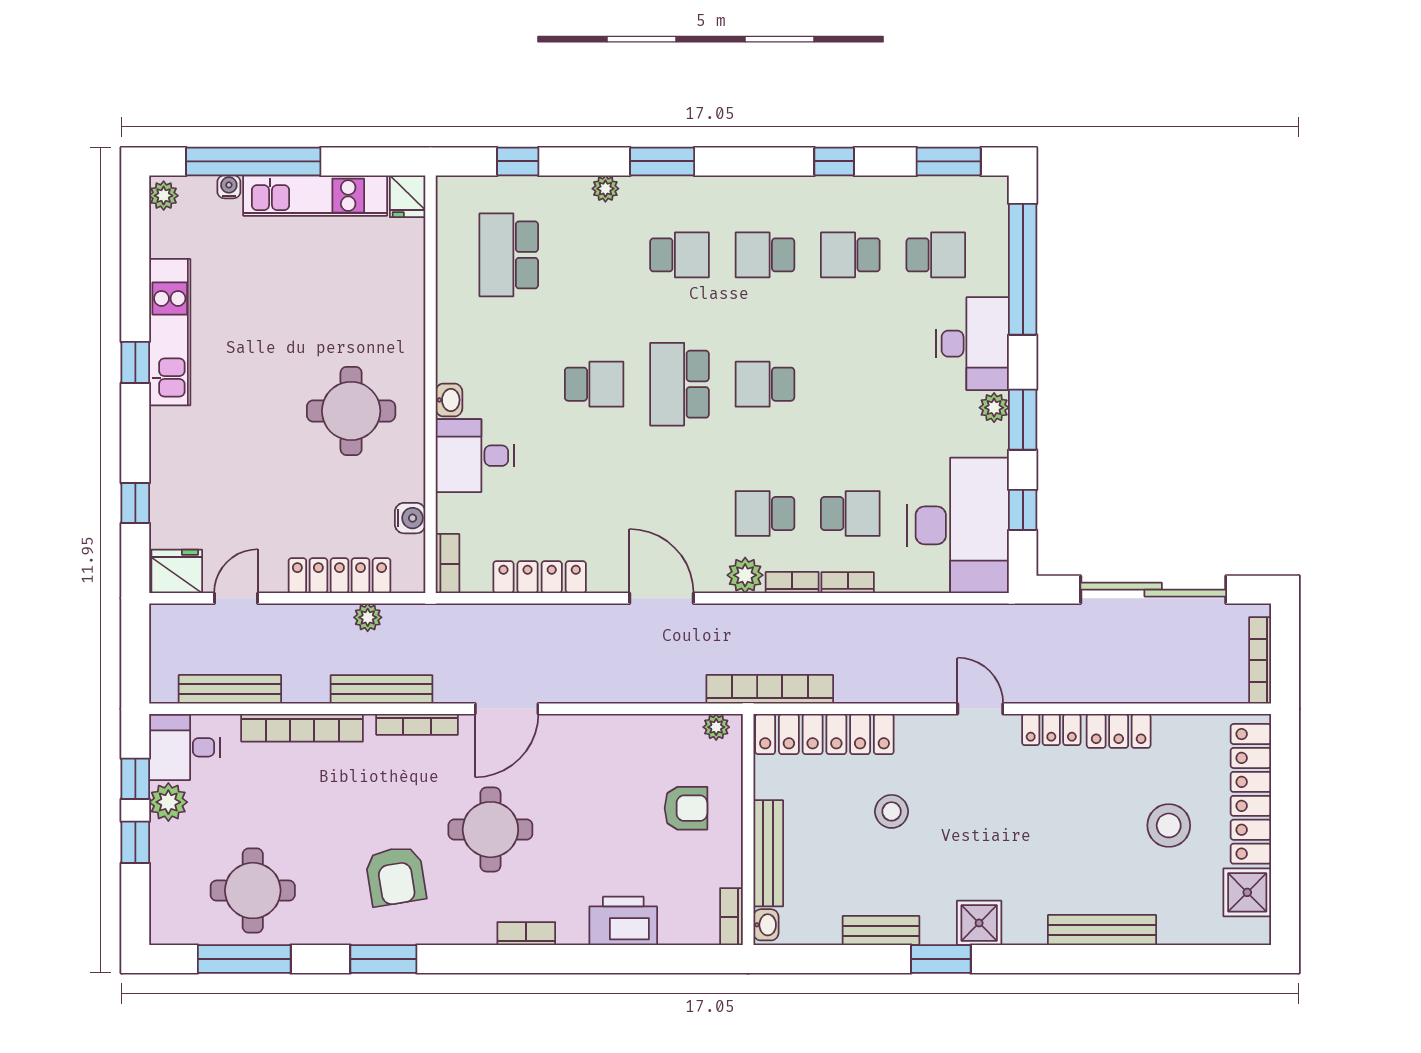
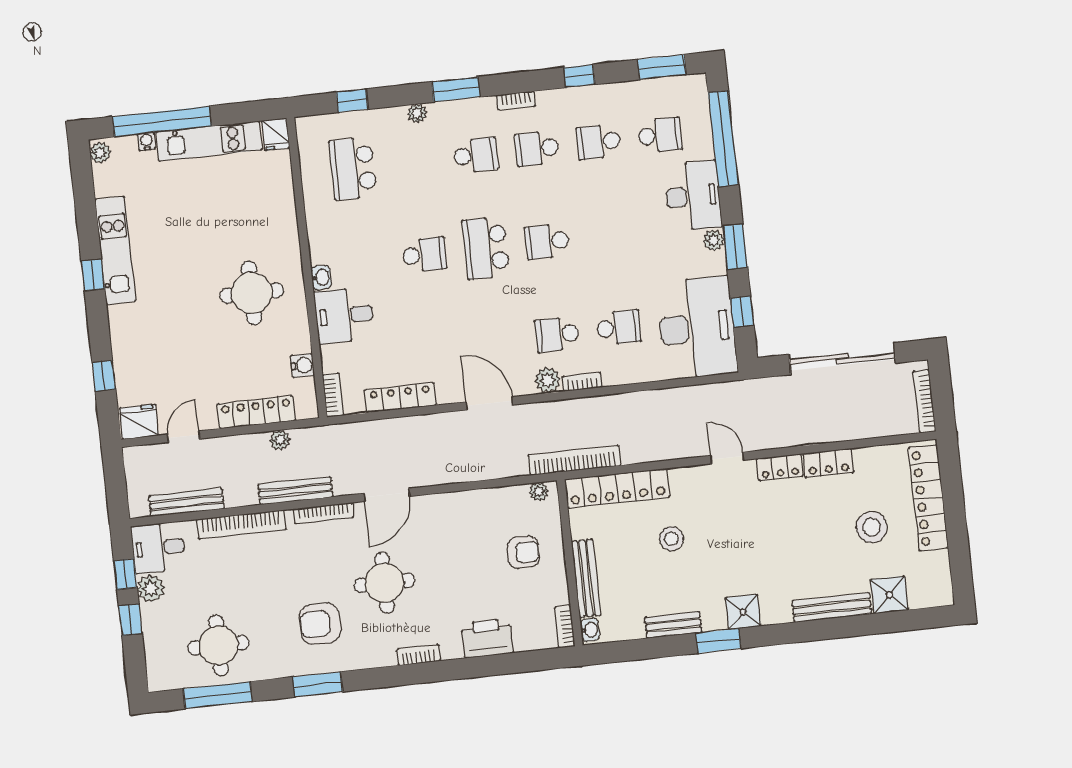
bookcase: (848, 583) -> (516, 101), moved, turned 180
armchair: (396, 876) -> (320, 624), turned 99
shower: (1247, 892) -> (889, 595), moved

